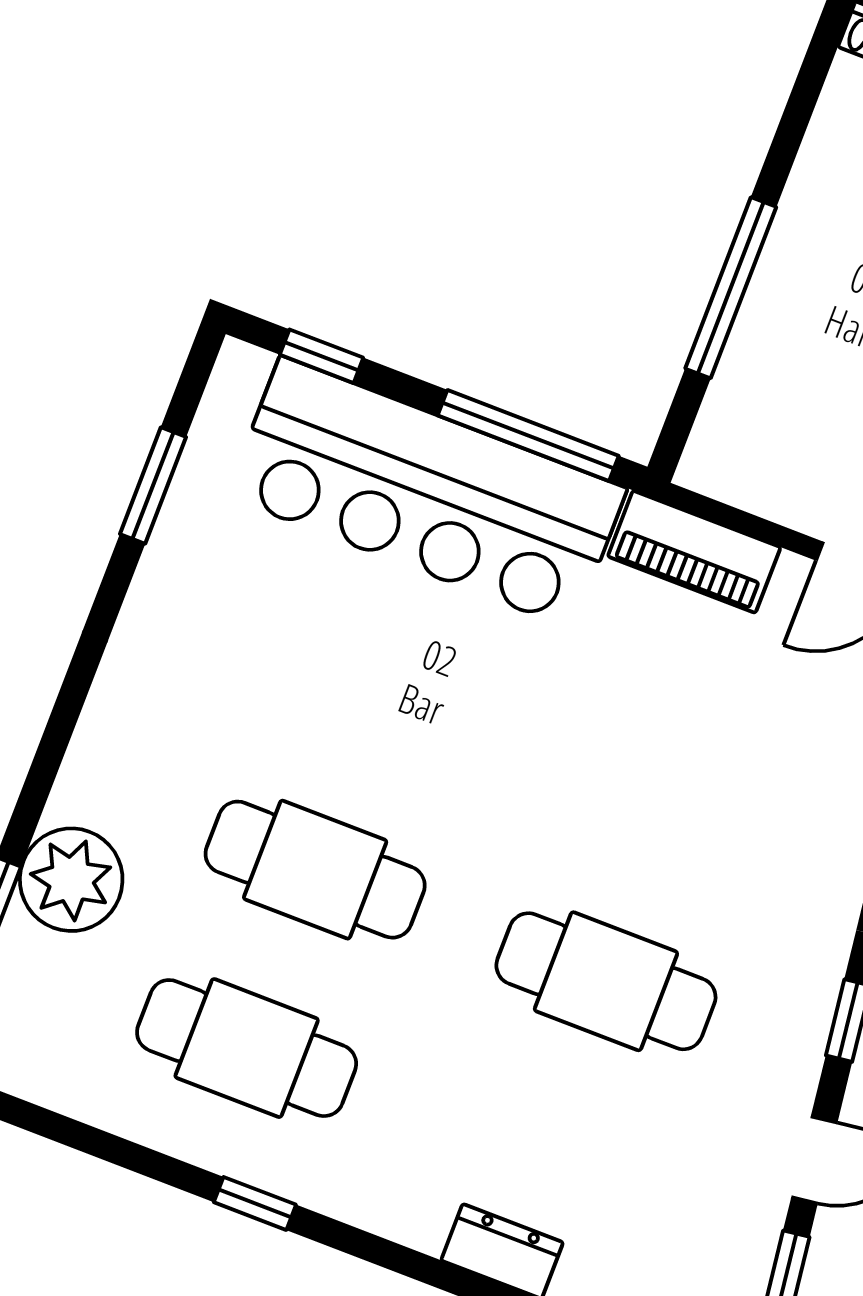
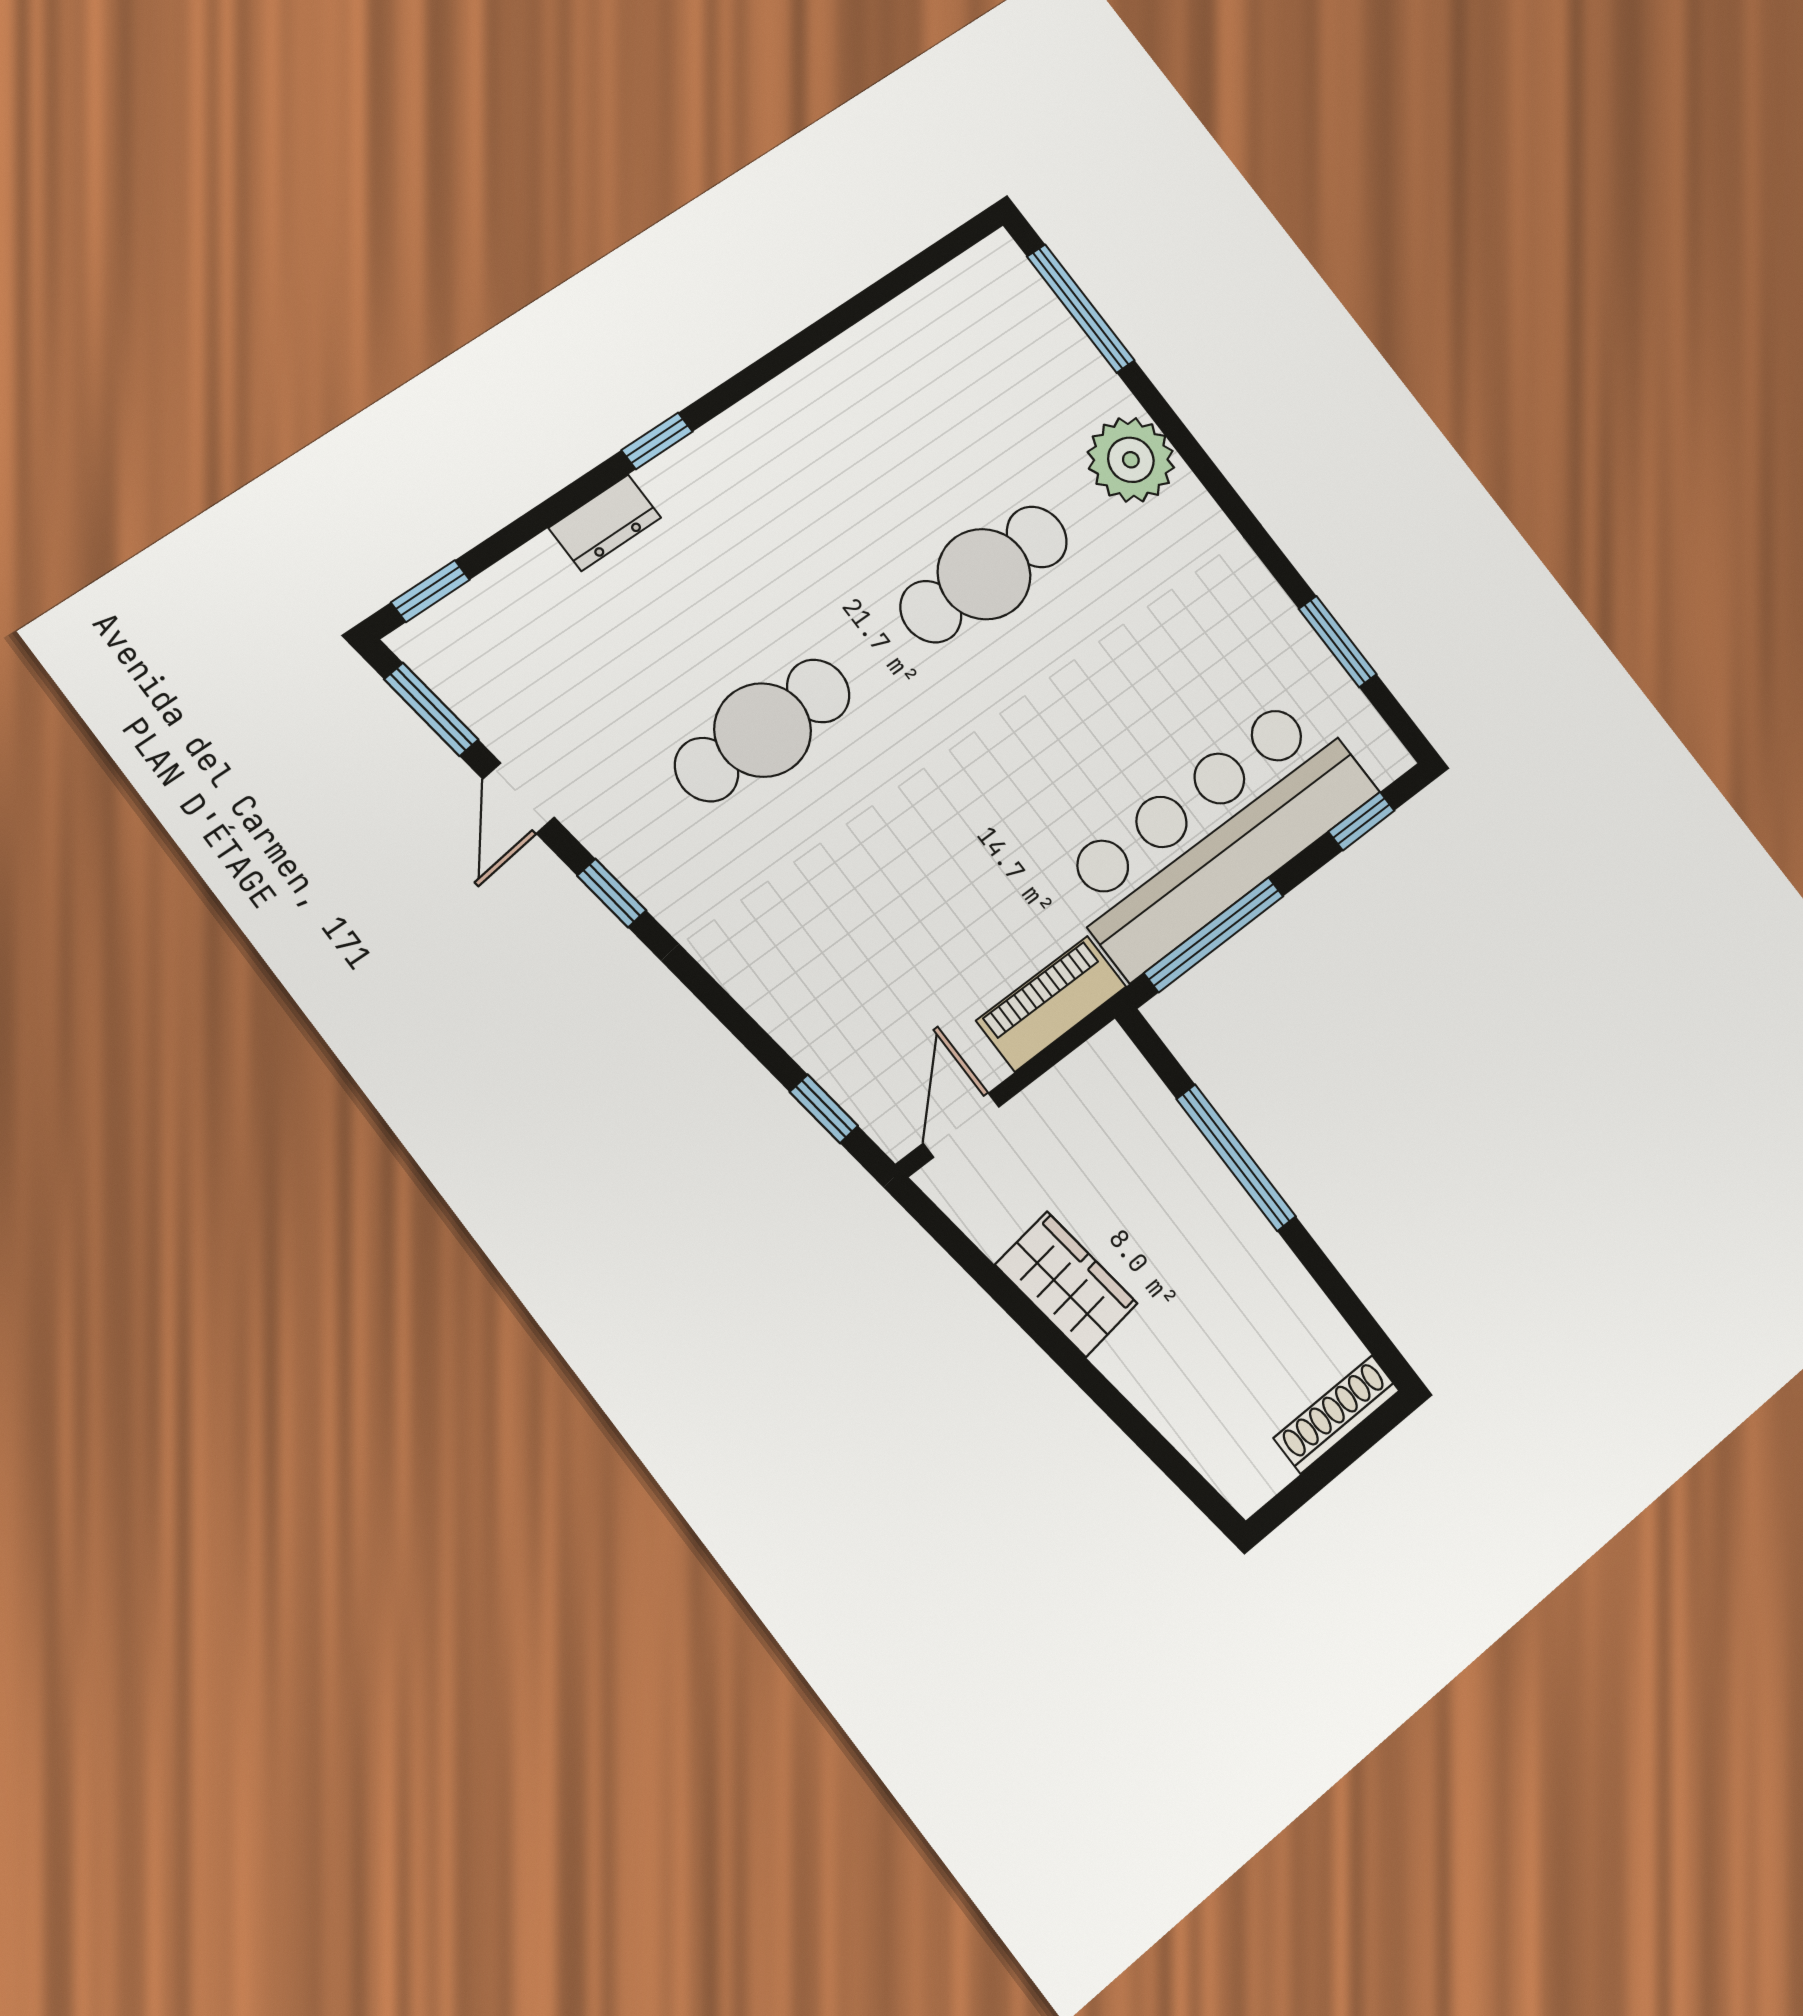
plant: (71, 880) -> (1131, 460), moved
cafe table: (247, 1048) -> (882, 441), removed
window: (255, 1203) -> (657, 441), moved

